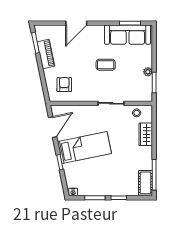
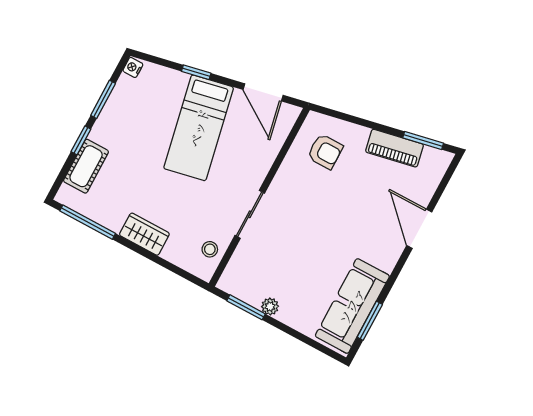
coffee table: (106, 65) -> (321, 241), removed
wardrobe: (146, 134) -> (144, 234), moved
cot: (146, 183) -> (86, 166), moved, turned 90

